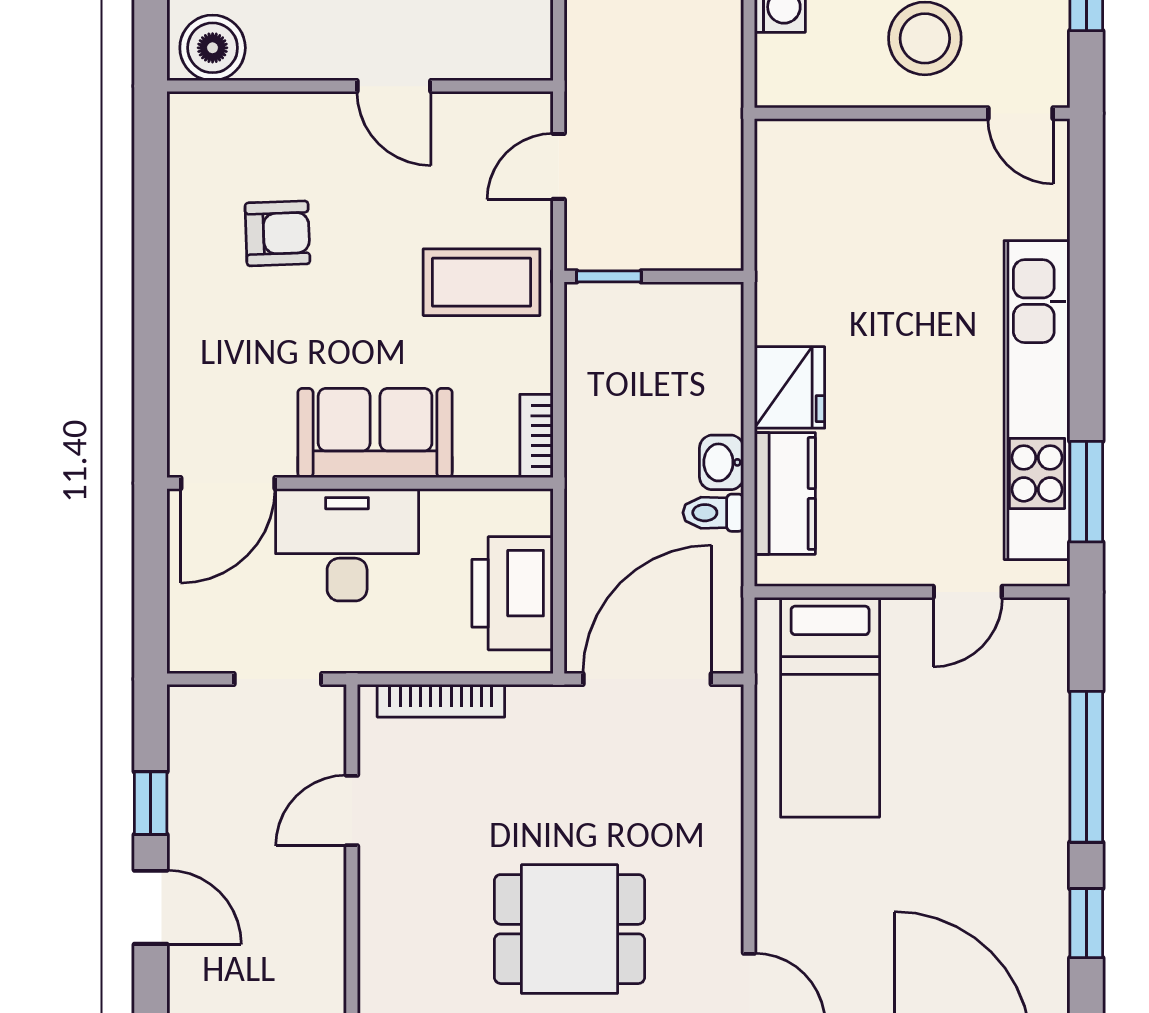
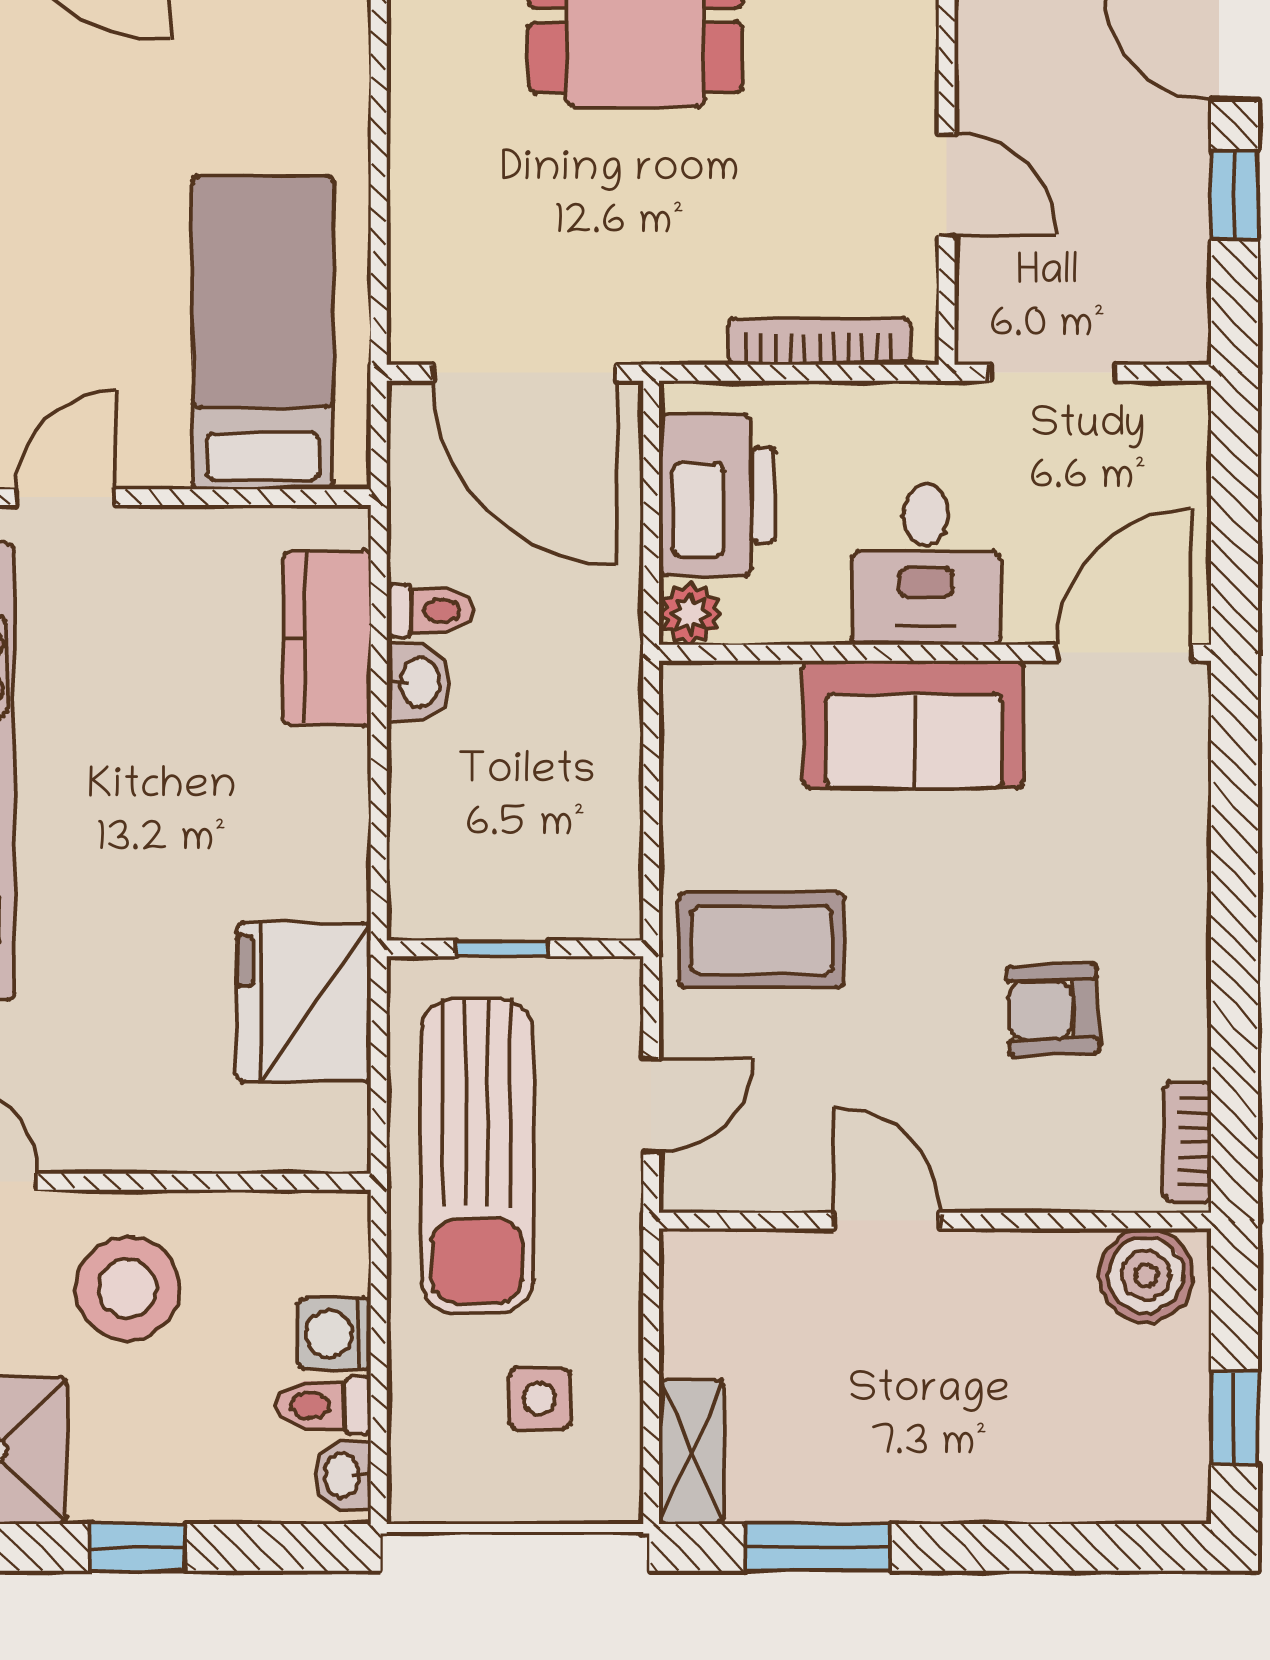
sun lounger: (680, 131) -> (477, 1156), added
window: (609, 276) -> (502, 948), moved
fridge: (790, 387) -> (304, 1002), moved, width x1.36, depth x1.34
bookcase: (537, 436) -> (1187, 1142), moved, turned 180
plant: (531, 510) -> (690, 614), added
desk: (347, 545) -> (926, 565), width x0.73
door: (647, 679) -> (525, 373), hinge flipped
door: (352, 810) -> (947, 185), hinge flipped

